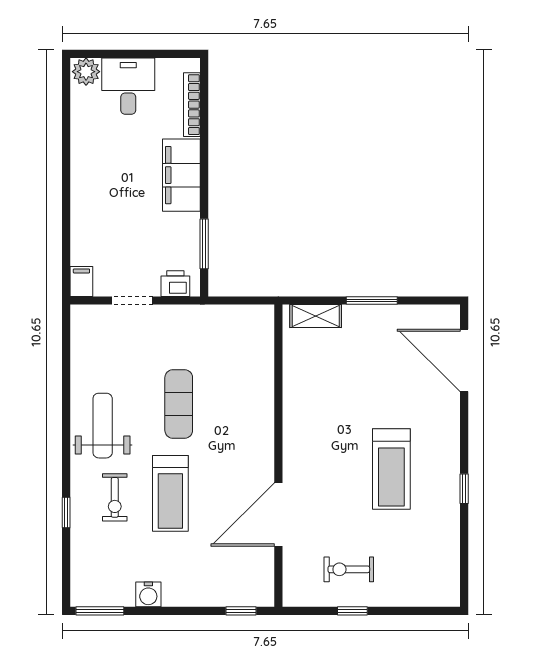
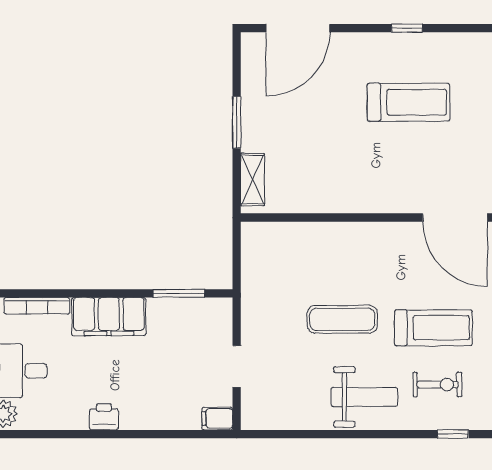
printer: (175, 284) -> (104, 417), moved, turned 90
weight bench: (103, 426) -> (364, 397), turned 180
window: (464, 489) -> (407, 28), moved

